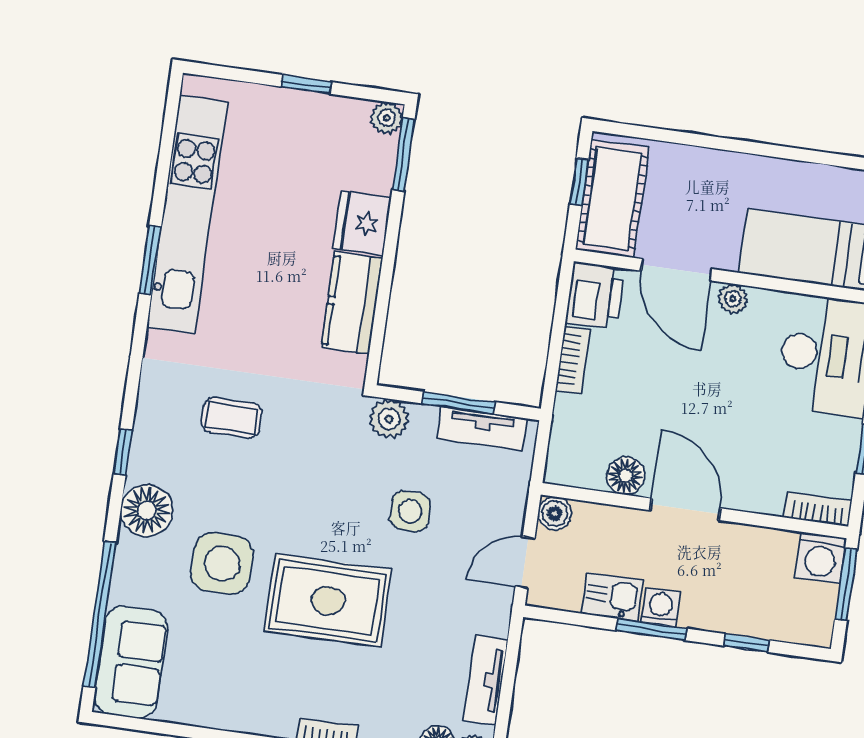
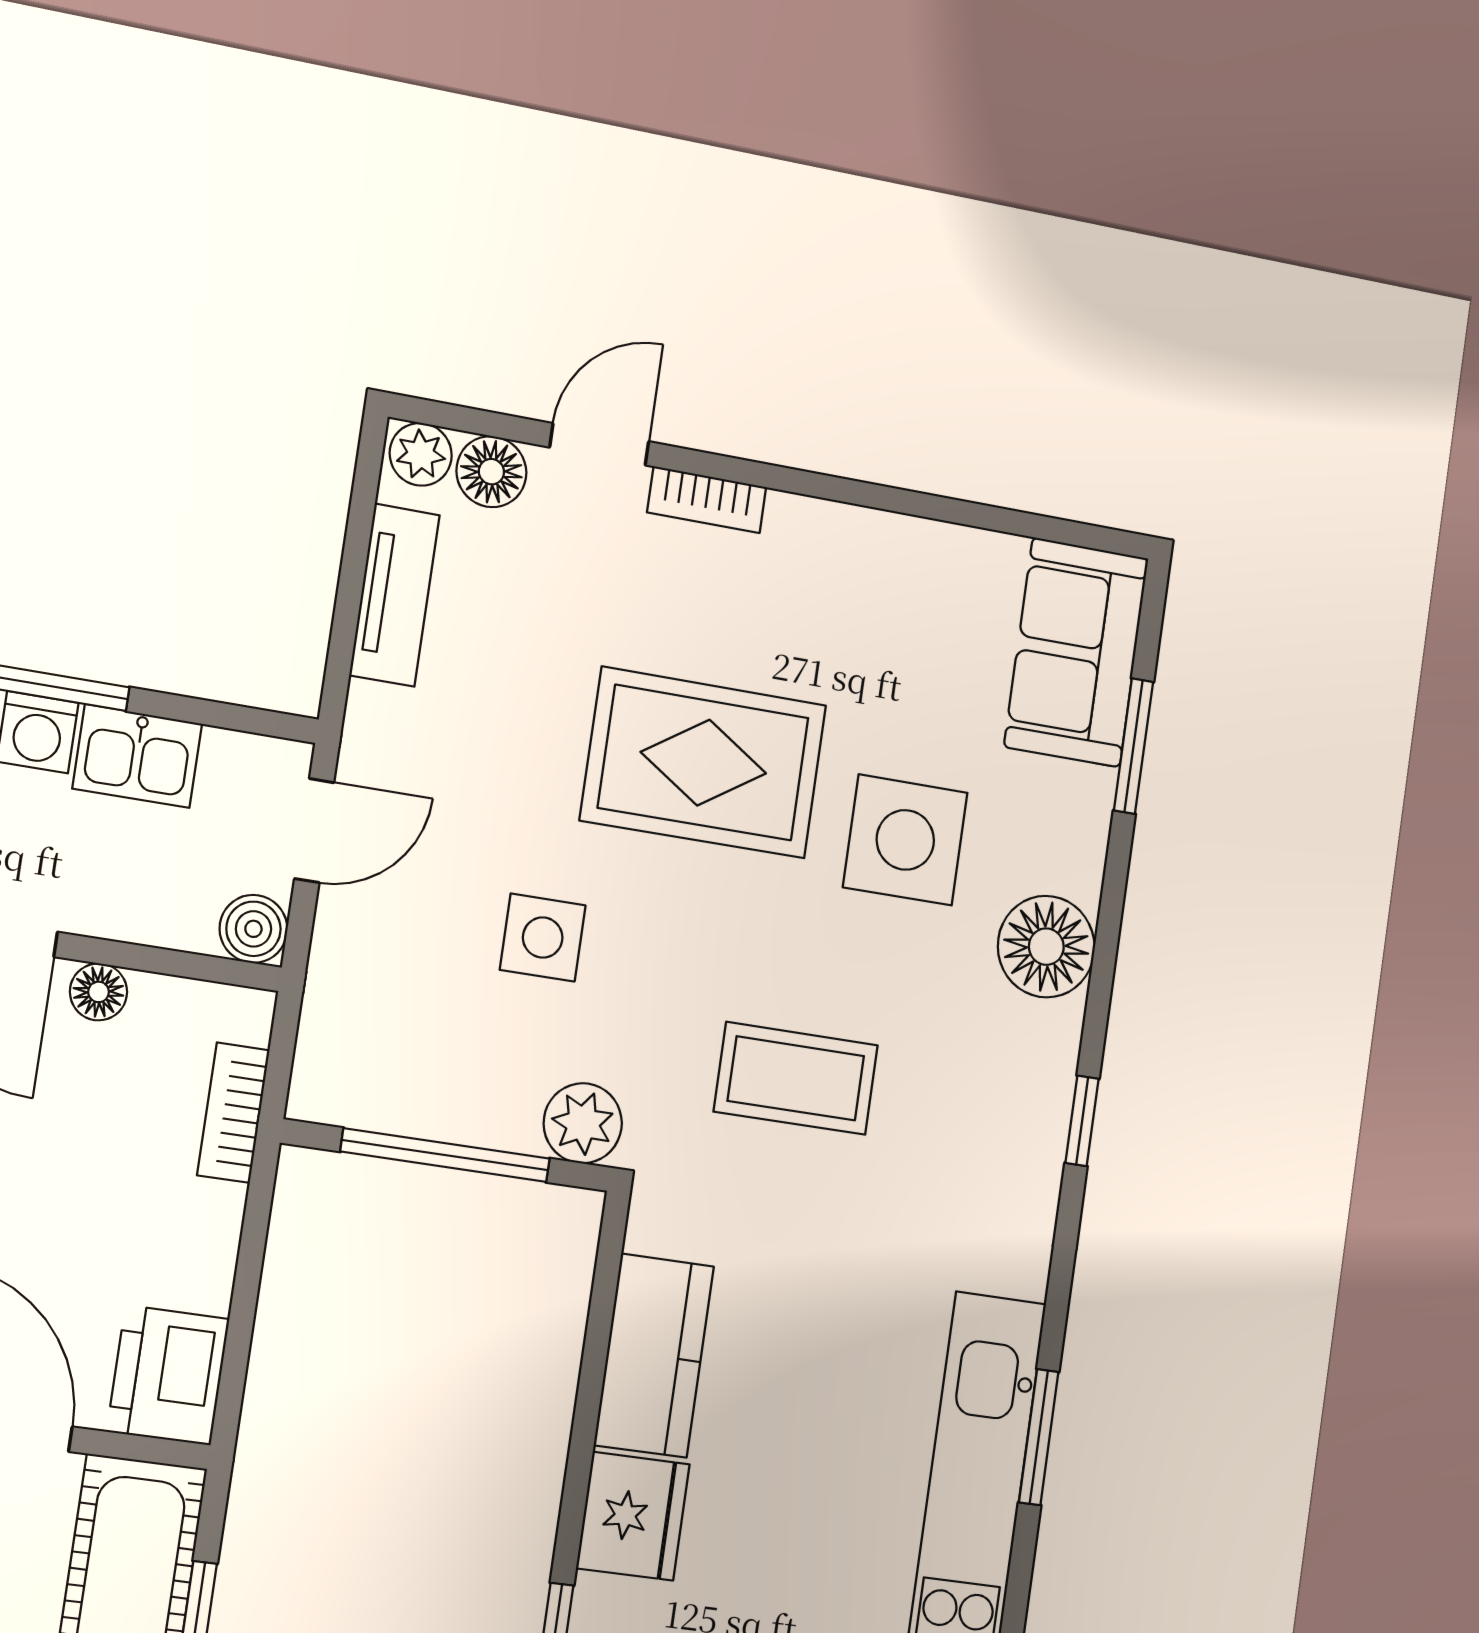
bookcase: (573, 360) -> (233, 1113), moved
window: (458, 403) -> (445, 1155), width x1.44
coffee table: (232, 418) -> (796, 1078), moved, width x1.36, depth x1.30
tv unit: (482, 429) -> (399, 1102), removed
window: (123, 452) -> (1082, 1121), moved
floor lamp: (626, 476) -> (99, 992), width x0.73, depth x0.73
window: (100, 615) -> (1133, 746), width x0.47

